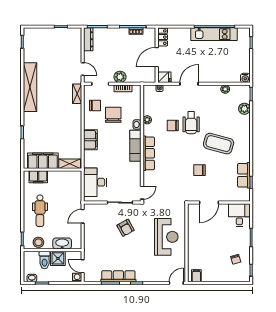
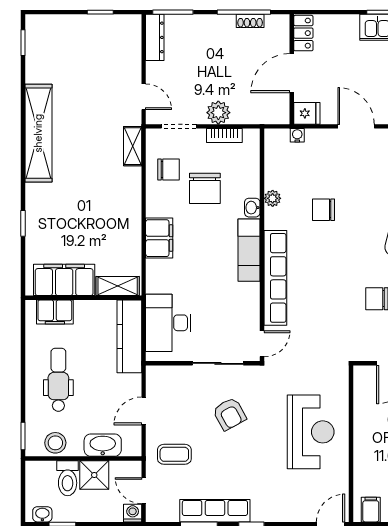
door: (189, 84) -> (356, 126), hinge flipped
chair: (113, 115) -> (205, 188), turned 180
wheelchair: (191, 123) -> (360, 204), removed
row of seats: (149, 153) -> (275, 278), width x1.36
kitchen counter: (75, 189) -> (129, 336), added
dental chair: (40, 211) -> (58, 380), turned 180
door: (83, 216) -> (144, 411), moved
coffee table: (98, 248) -> (174, 454), added

